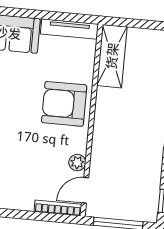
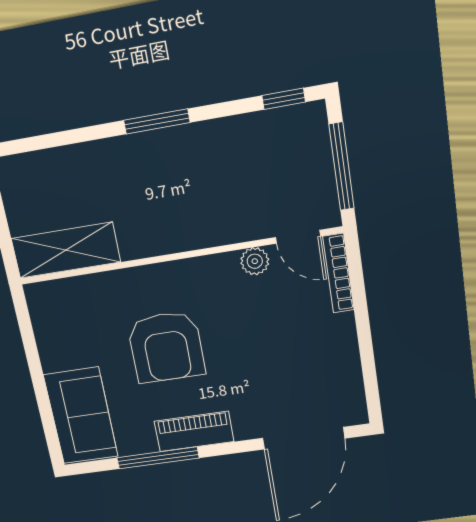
tv unit: (69, 29) -> (45, 327), removed
armchair: (64, 104) -> (166, 347), moved

